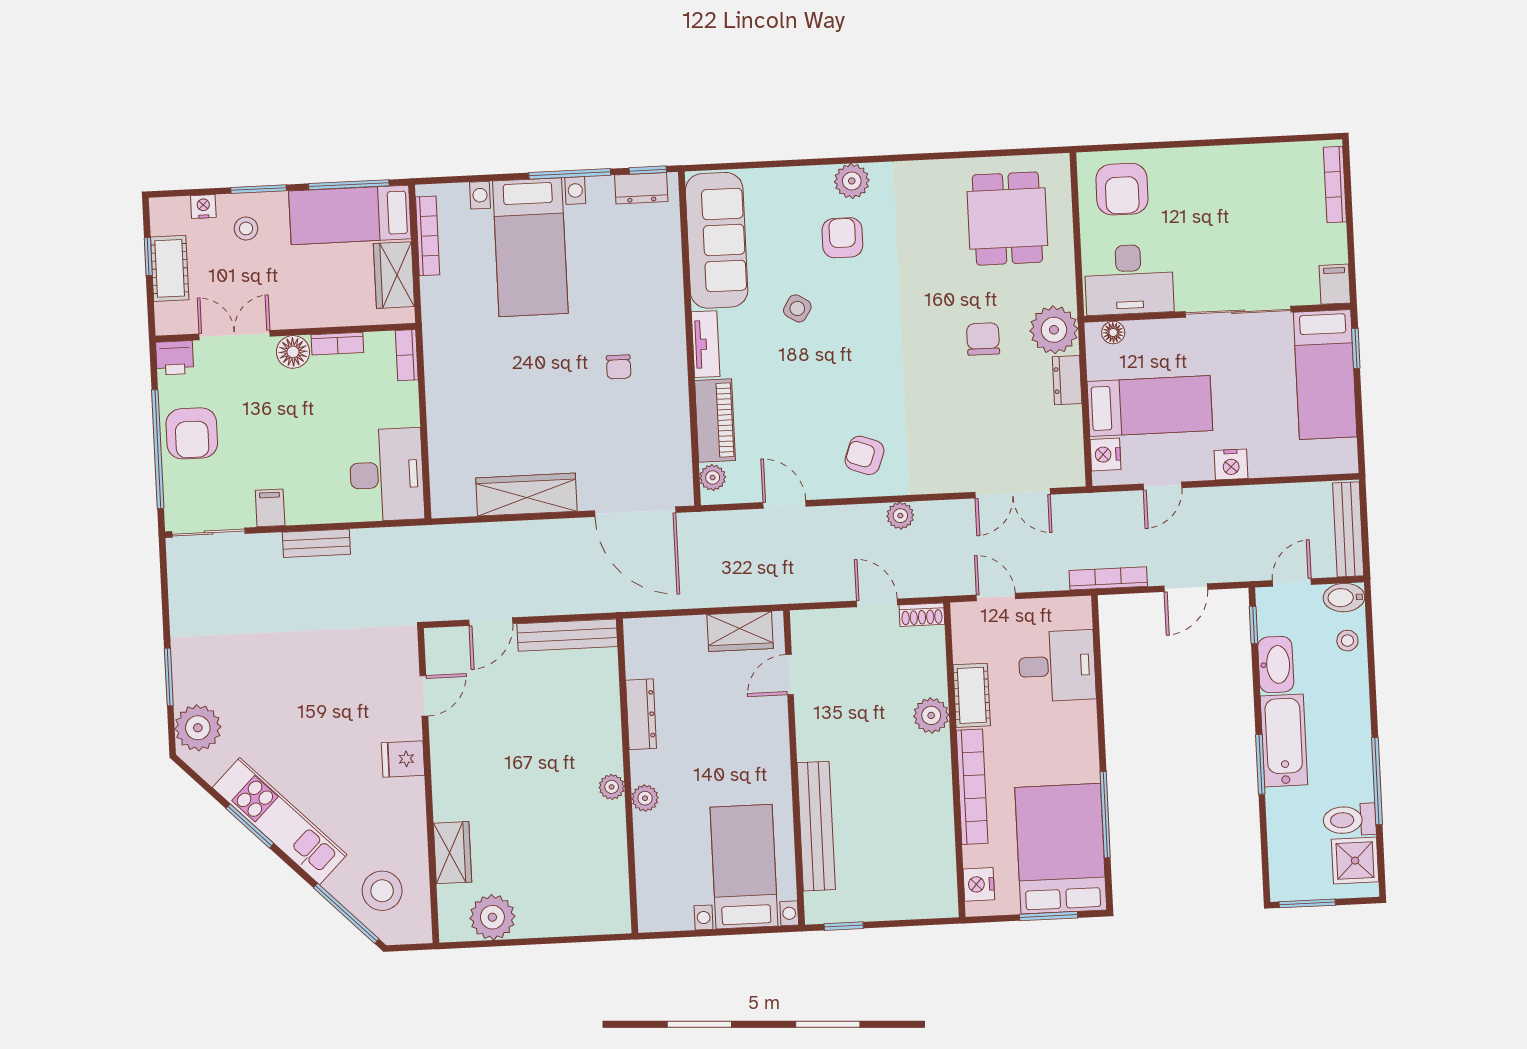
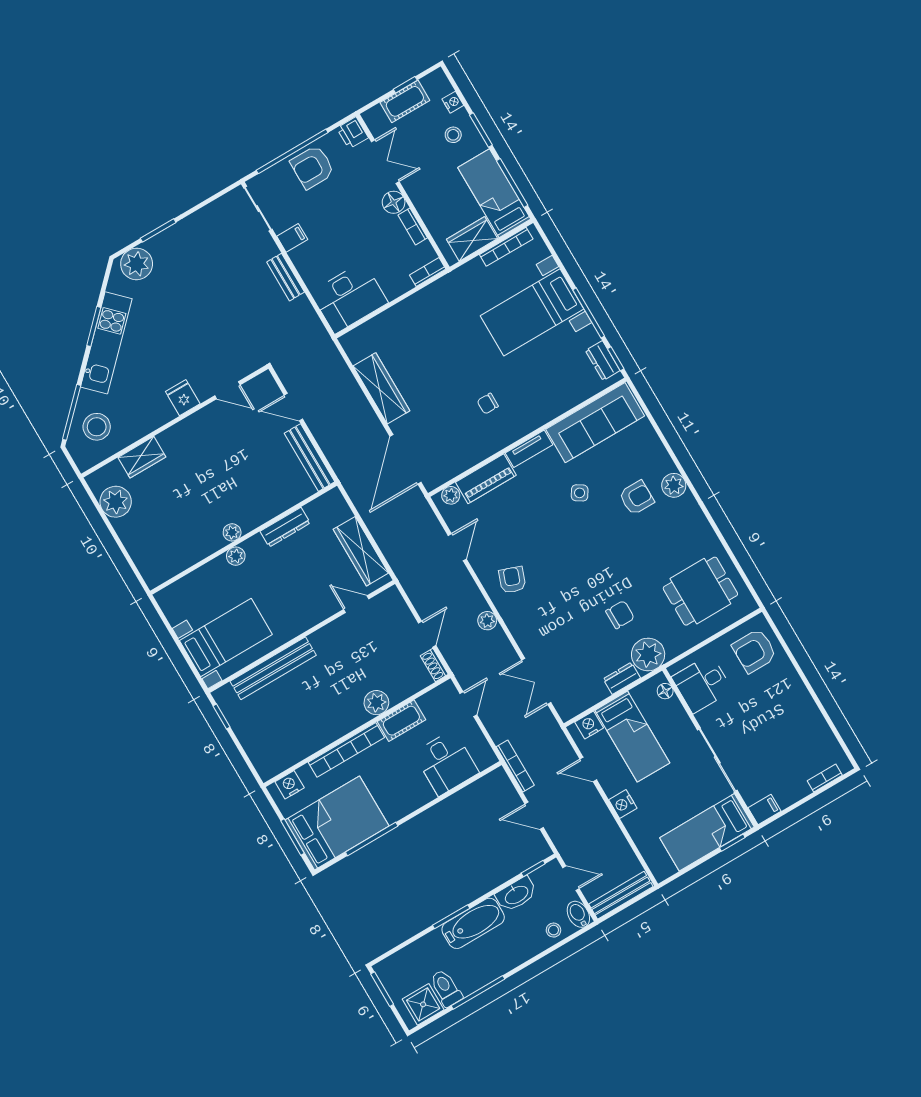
bookcase: (1335, 185) -> (825, 778), width x0.64
desk: (1129, 279) -> (702, 684), width x0.73
wardrobe: (740, 631) -> (361, 551), width x1.50

